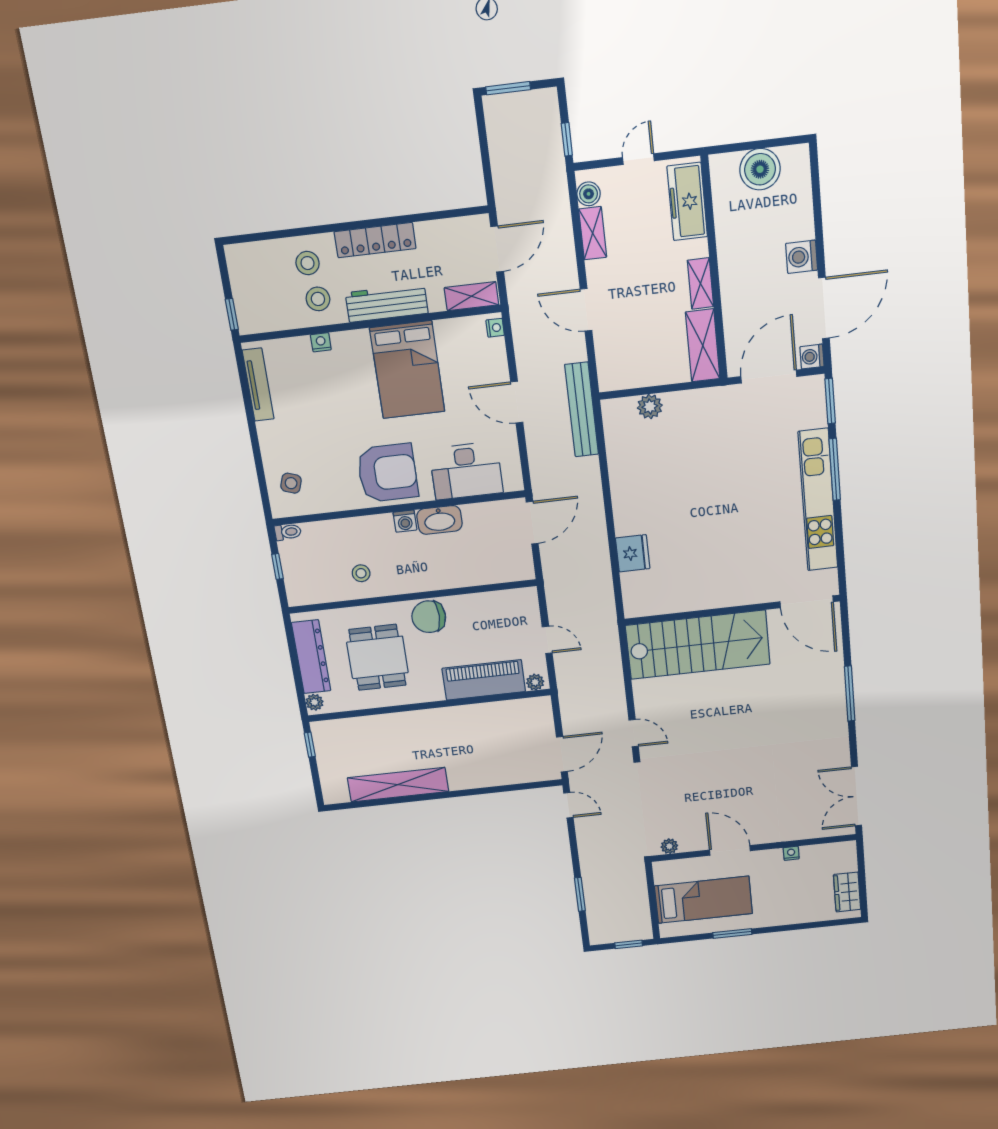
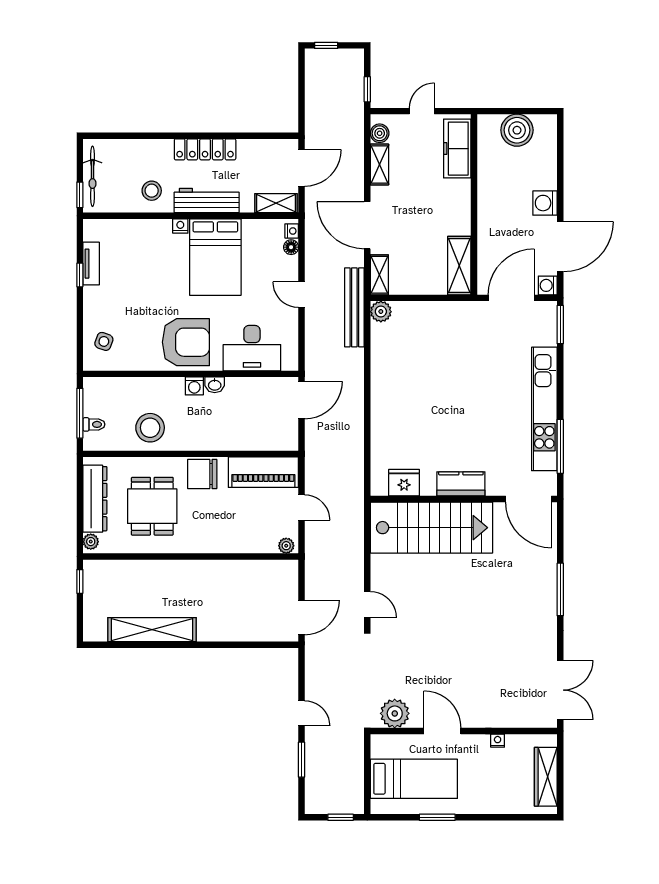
window: (508, 88) -> (326, 45), width x0.67
stool: (308, 263) -> (148, 161), removed
shelving: (700, 283) -> (379, 275), moved
bicycle: (243, 290) -> (93, 176), added
door: (586, 310) -> (367, 225), width x1.36
nightstand: (321, 342) -> (180, 226), moved
floor lamp: (497, 347) -> (291, 247), added
tv unit: (258, 385) -> (91, 264), width x0.71
door: (517, 402) -> (302, 295), width x0.73
plant: (650, 407) -> (381, 312), moved
window: (249, 410) -> (80, 275), added
window: (835, 469) -> (560, 446), moved
washbasin: (440, 520) -> (215, 385), width x0.52, depth x0.69
toilet: (288, 532) -> (94, 424), moved
fridge: (633, 553) -> (404, 483), moved, turned -90
window: (277, 566) -> (80, 413), width x2.17
stool: (361, 573) -> (150, 428), width x1.89, depth x1.89
kitchen counter: (727, 594) -> (461, 484), added
piano: (484, 680) -> (263, 472), moved, turned 180
double door: (856, 796) -> (560, 690), swing flipped
door: (568, 805) -> (302, 713), moved
plant: (669, 846) -> (395, 713), width x1.87, depth x1.87
wardrobe: (847, 892) -> (546, 777), width x1.50

